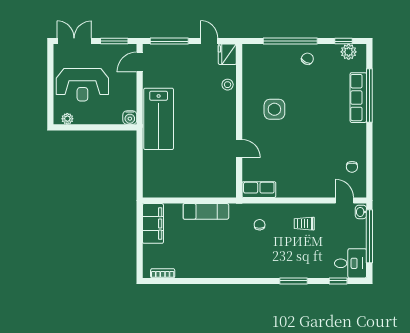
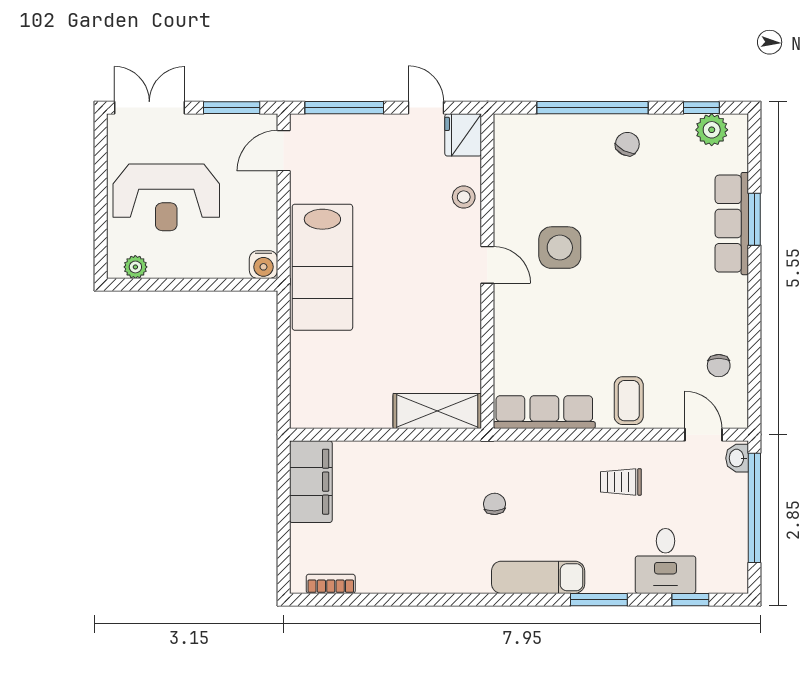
window: (369, 95) -> (754, 219), width x0.47
door: (239, 149) -> (487, 265), moved
coffee table: (308, 184) -> (629, 401), added
shelving: (215, 189) -> (437, 411), added
row of seats: (259, 190) -> (544, 412), width x1.48
exam couch: (206, 211) -> (538, 577), moved, turned 180
chair: (260, 225) -> (494, 504), moved
desk: (351, 263) -> (665, 561), moved, turned 90

